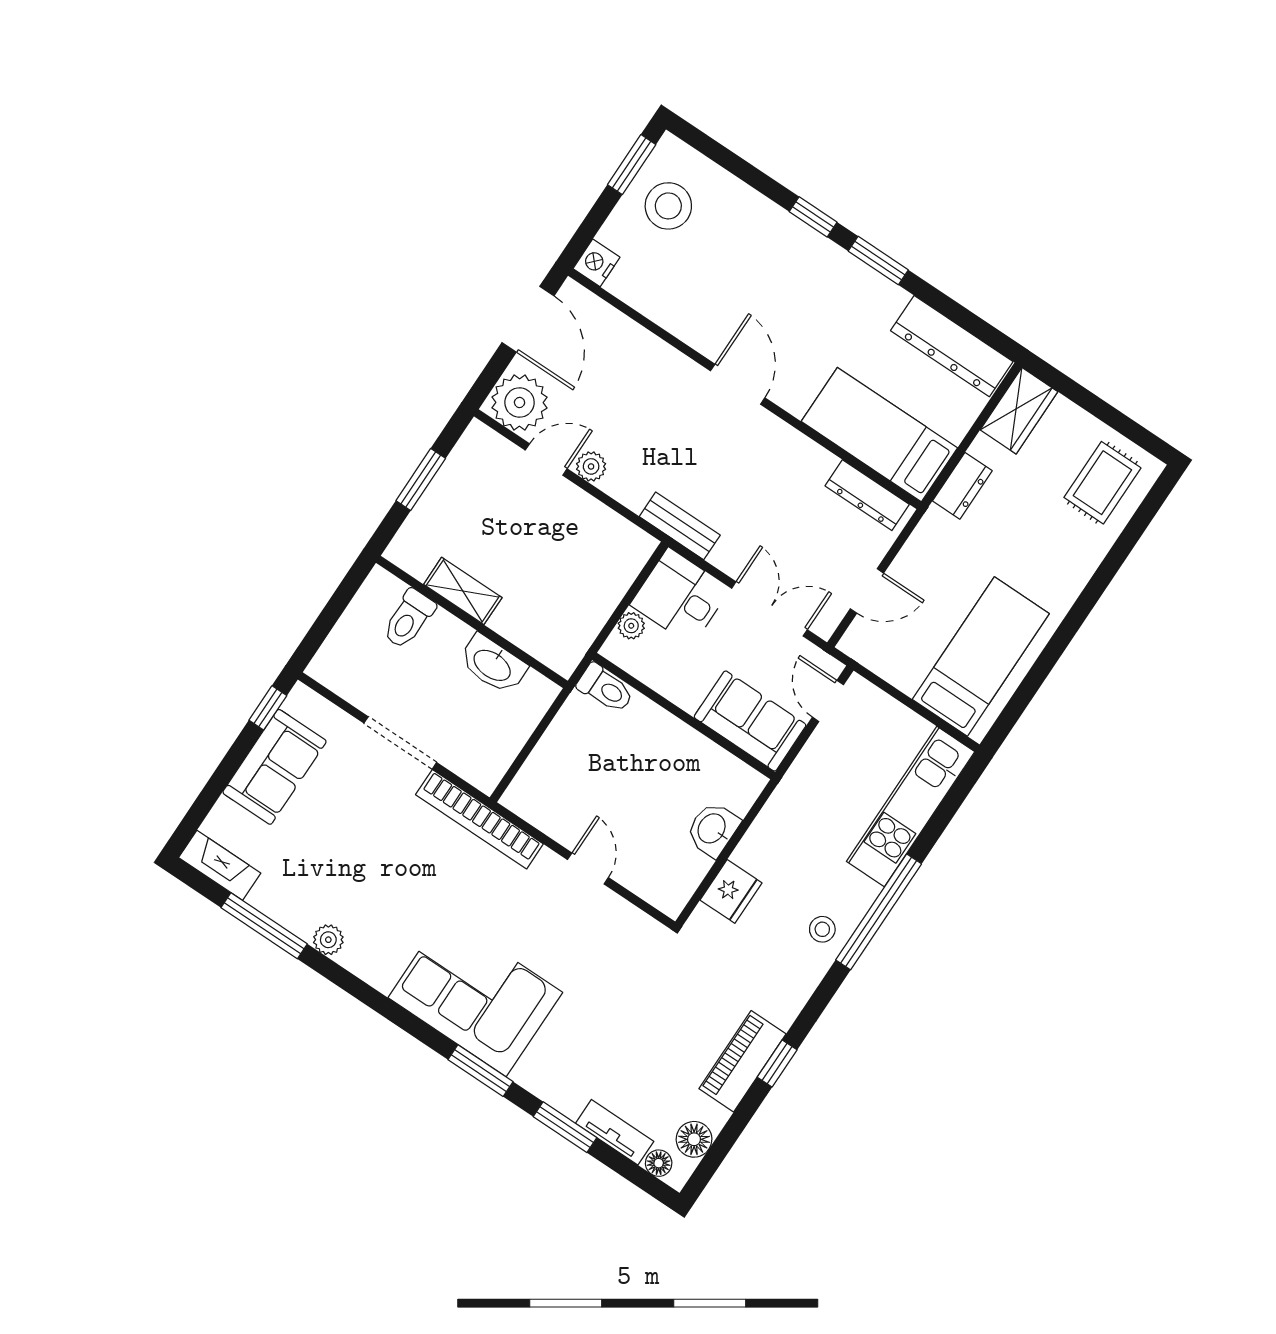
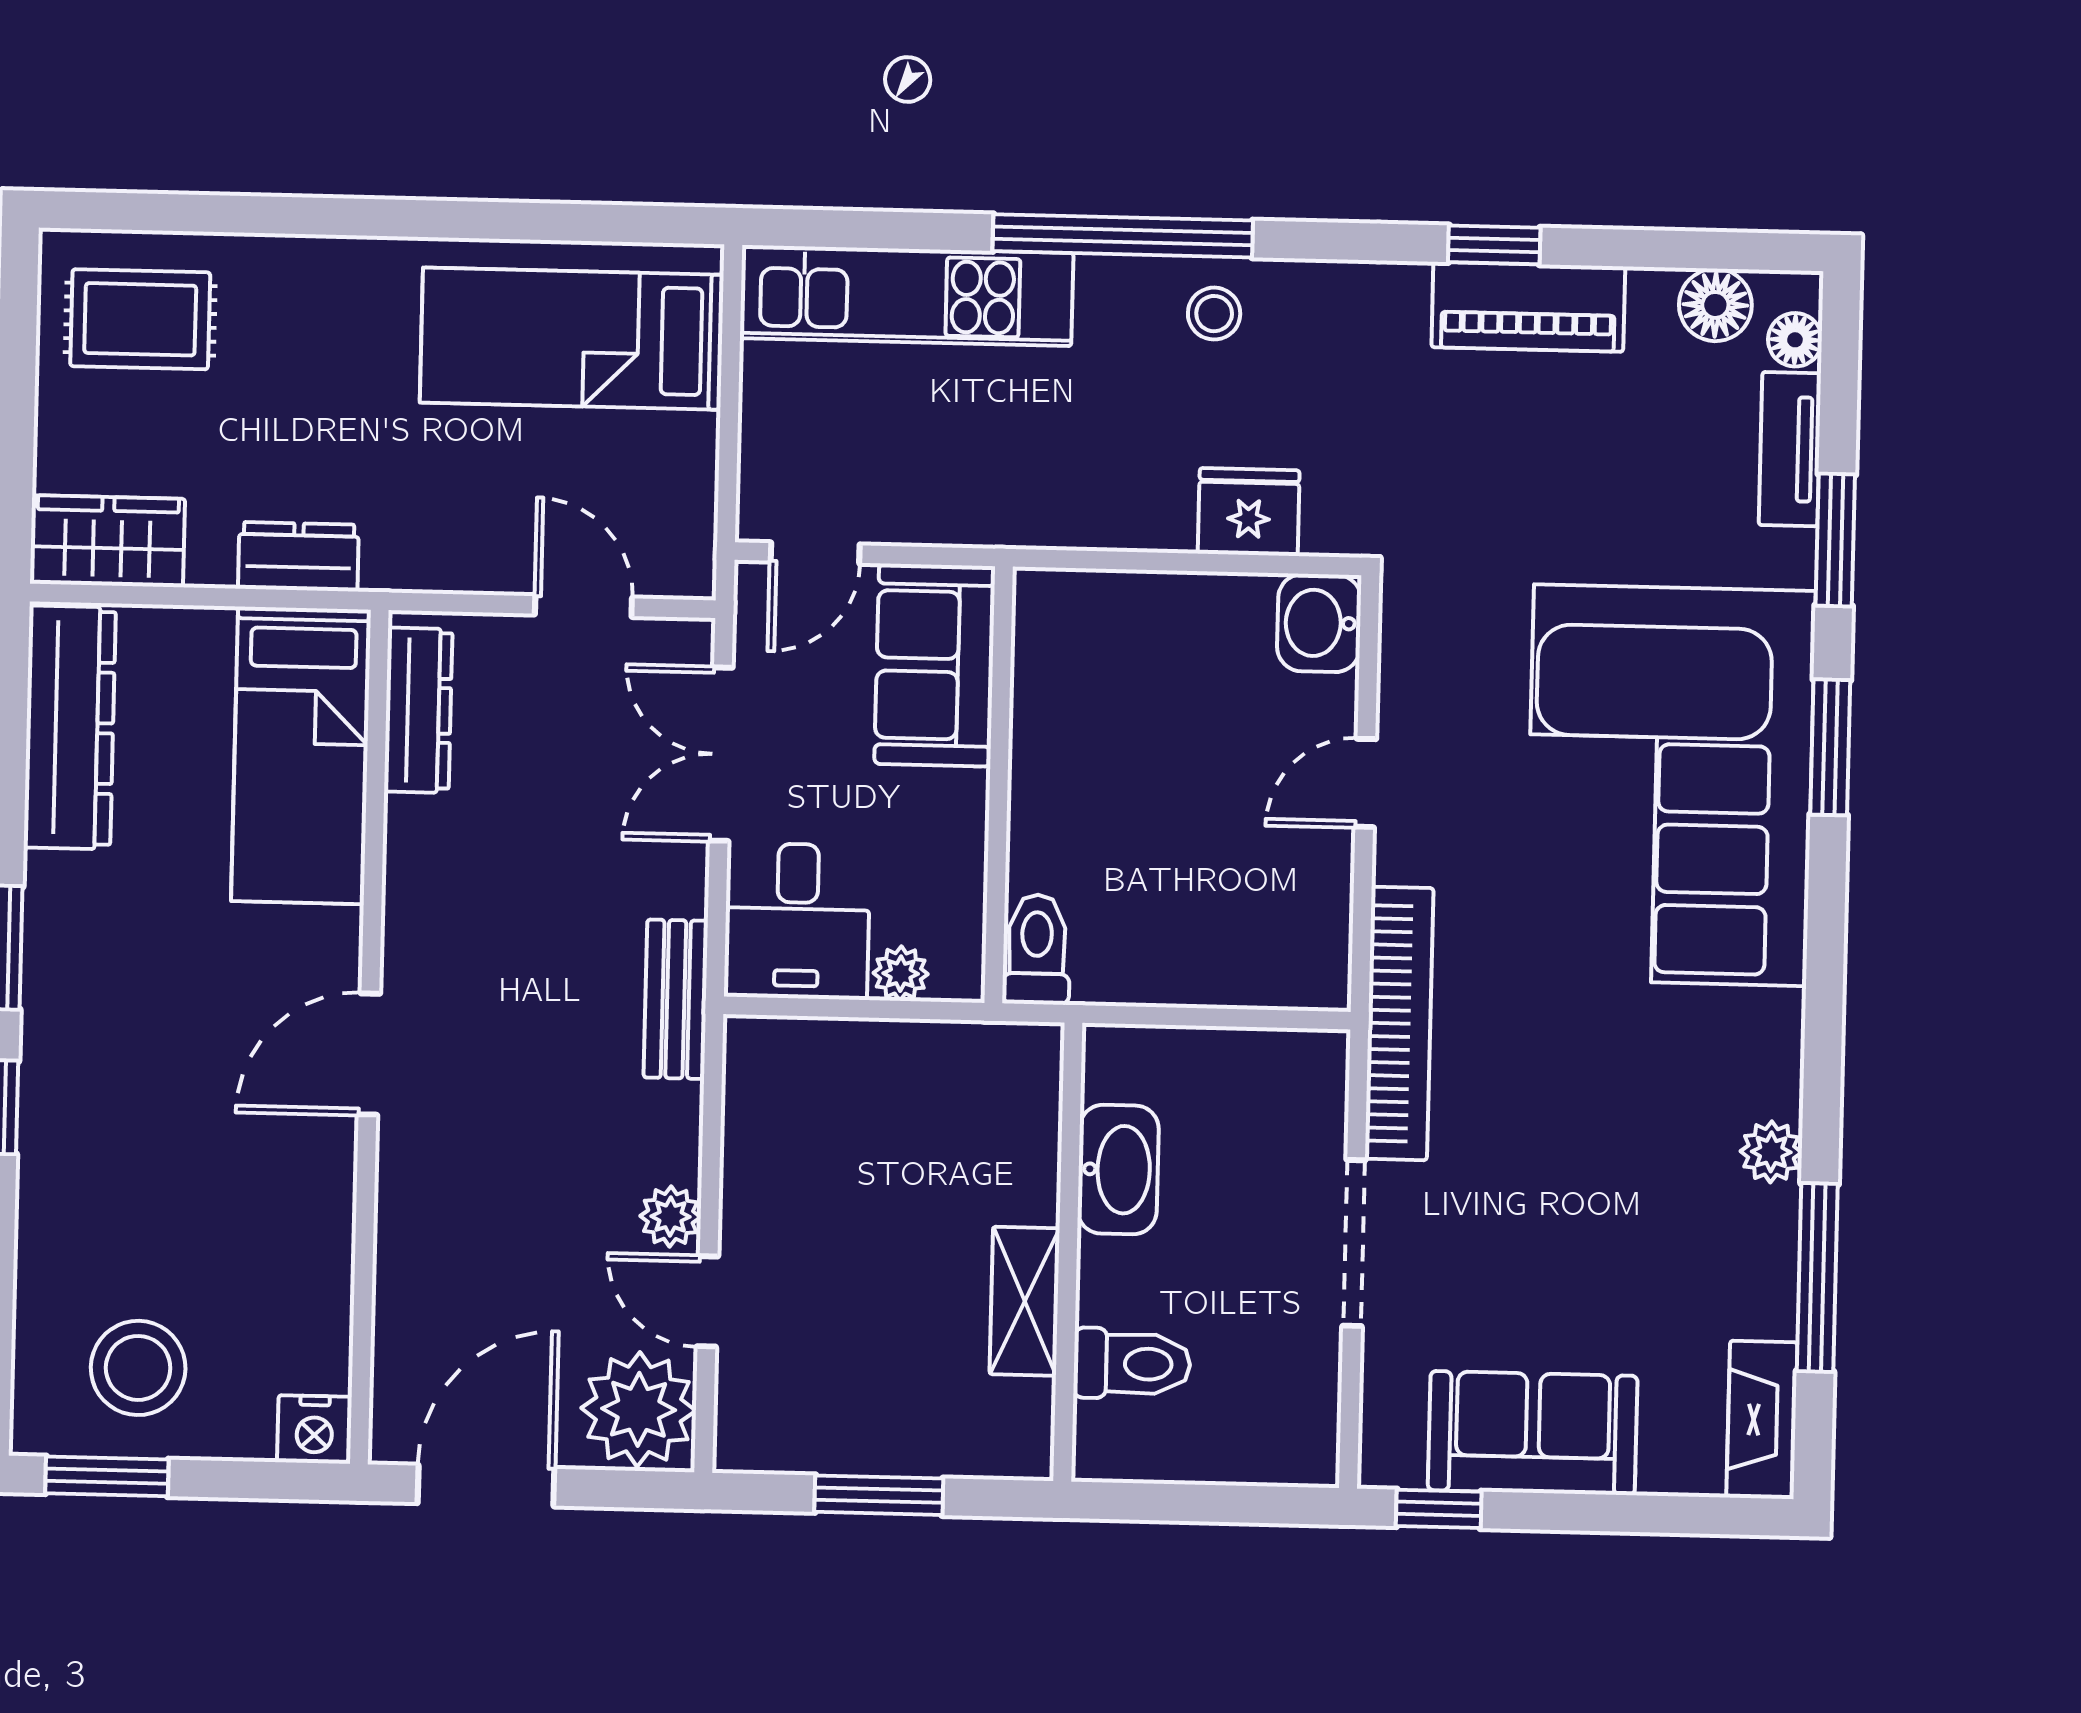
washbasin: (713, 829) -> (1319, 623), moved, turned 90
corner sofa: (475, 995) -> (1670, 785), width x1.36, depth x1.36

